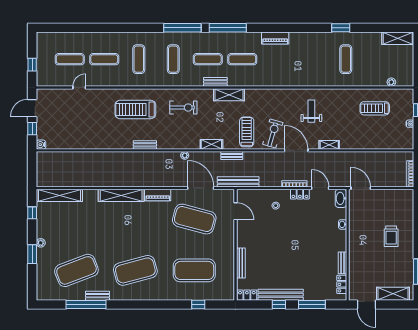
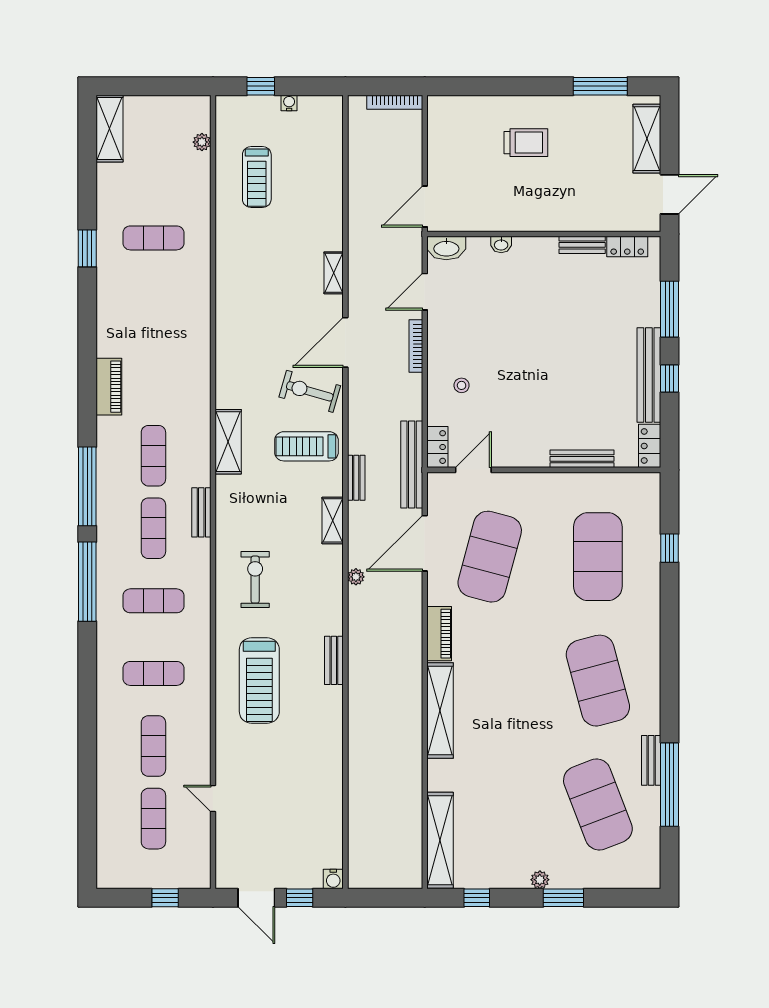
shelving: (229, 95) -> (228, 442), moved
weight bench: (311, 111) -> (263, 310), removed
locker: (300, 194) -> (437, 447), moved

